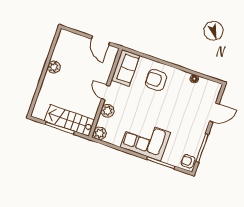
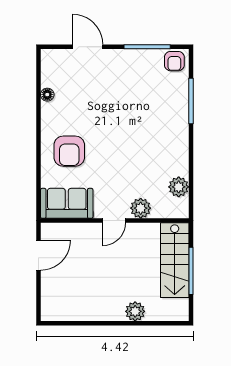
plant: (54, 67) -> (135, 311), moved
plant: (100, 133) -> (179, 187), moved
corner sofa: (145, 140) -> (165, 136), removed

